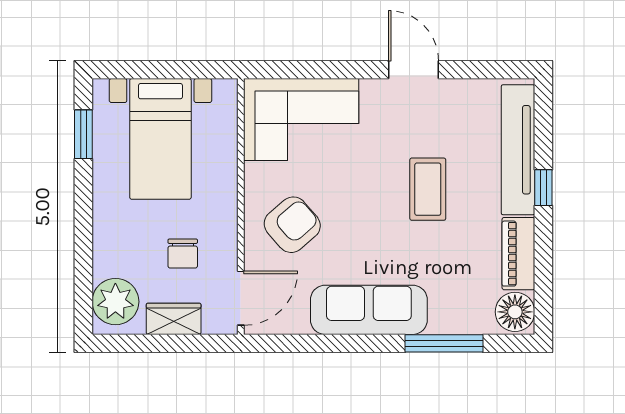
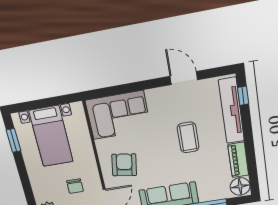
door: (414, 70) -> (184, 78), moved
window: (543, 188) -> (243, 96), moved
armchair: (292, 225) -> (124, 165), turned -40

